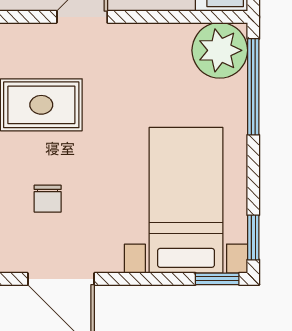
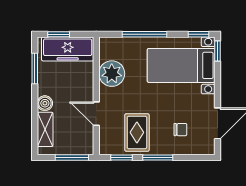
plant: (220, 50) -> (112, 74), moved
window: (253, 87) -> (145, 34), moved

